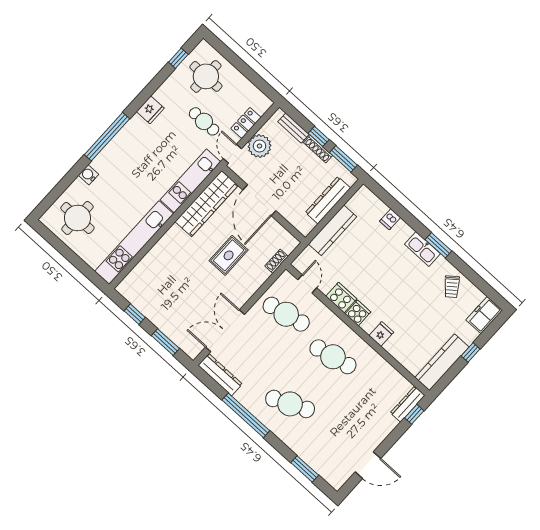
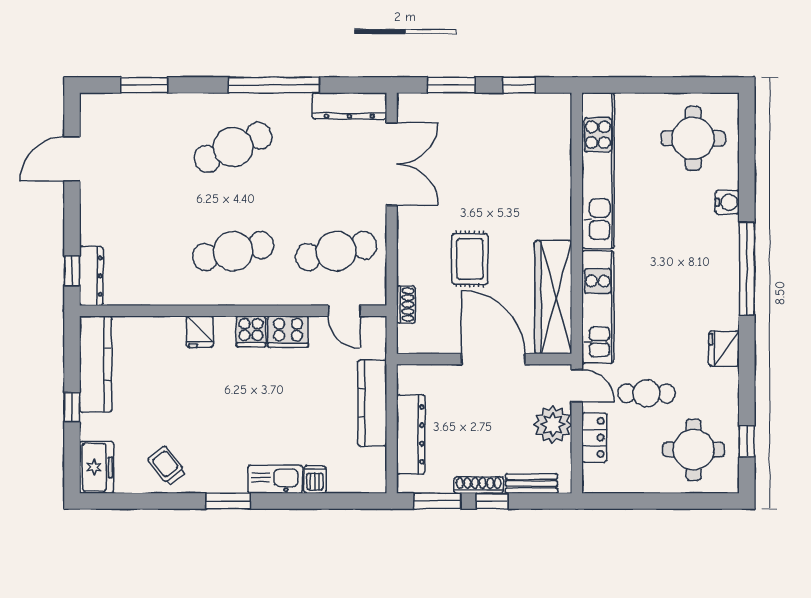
kitchen sink: (422, 249) -> (275, 479), moved

